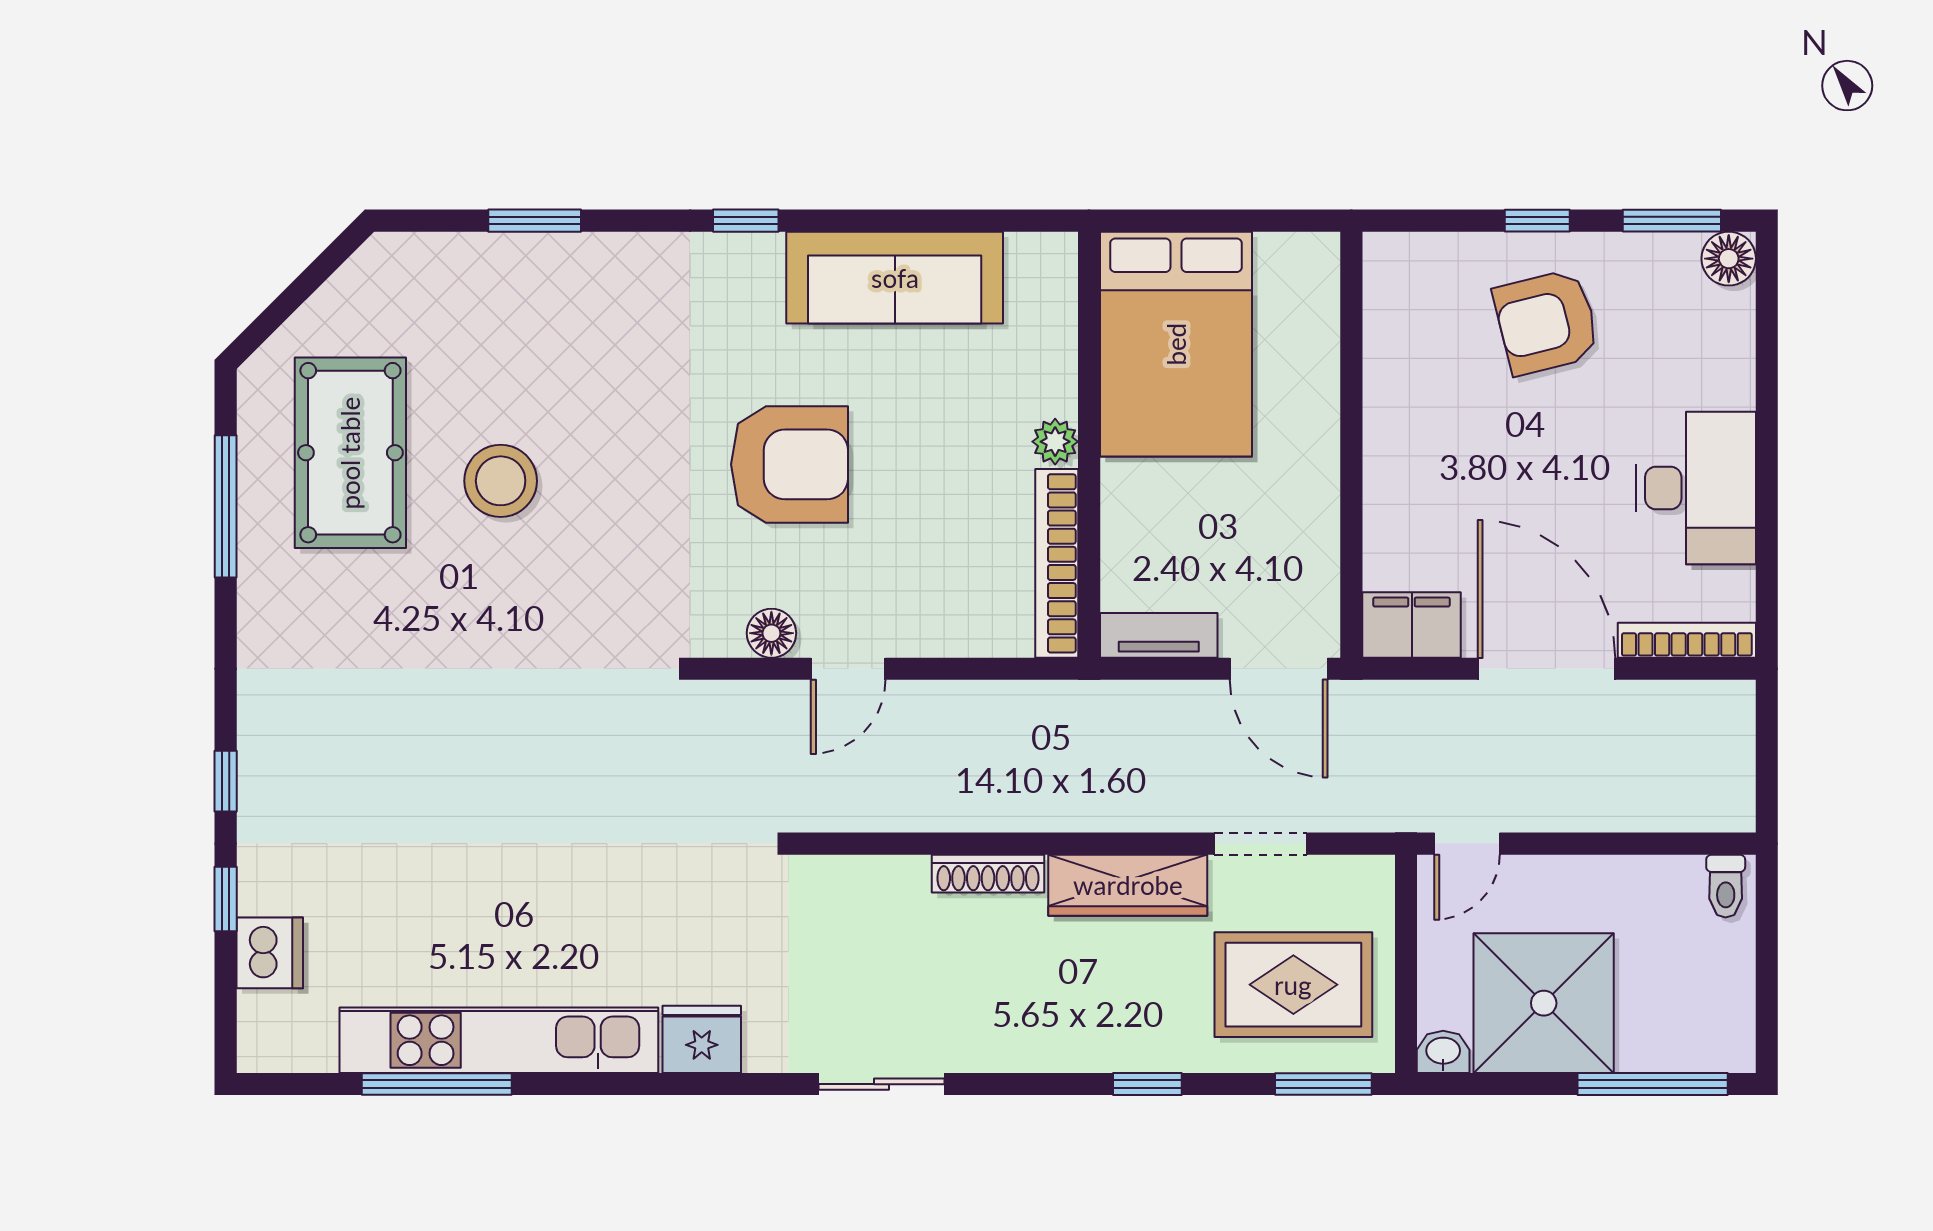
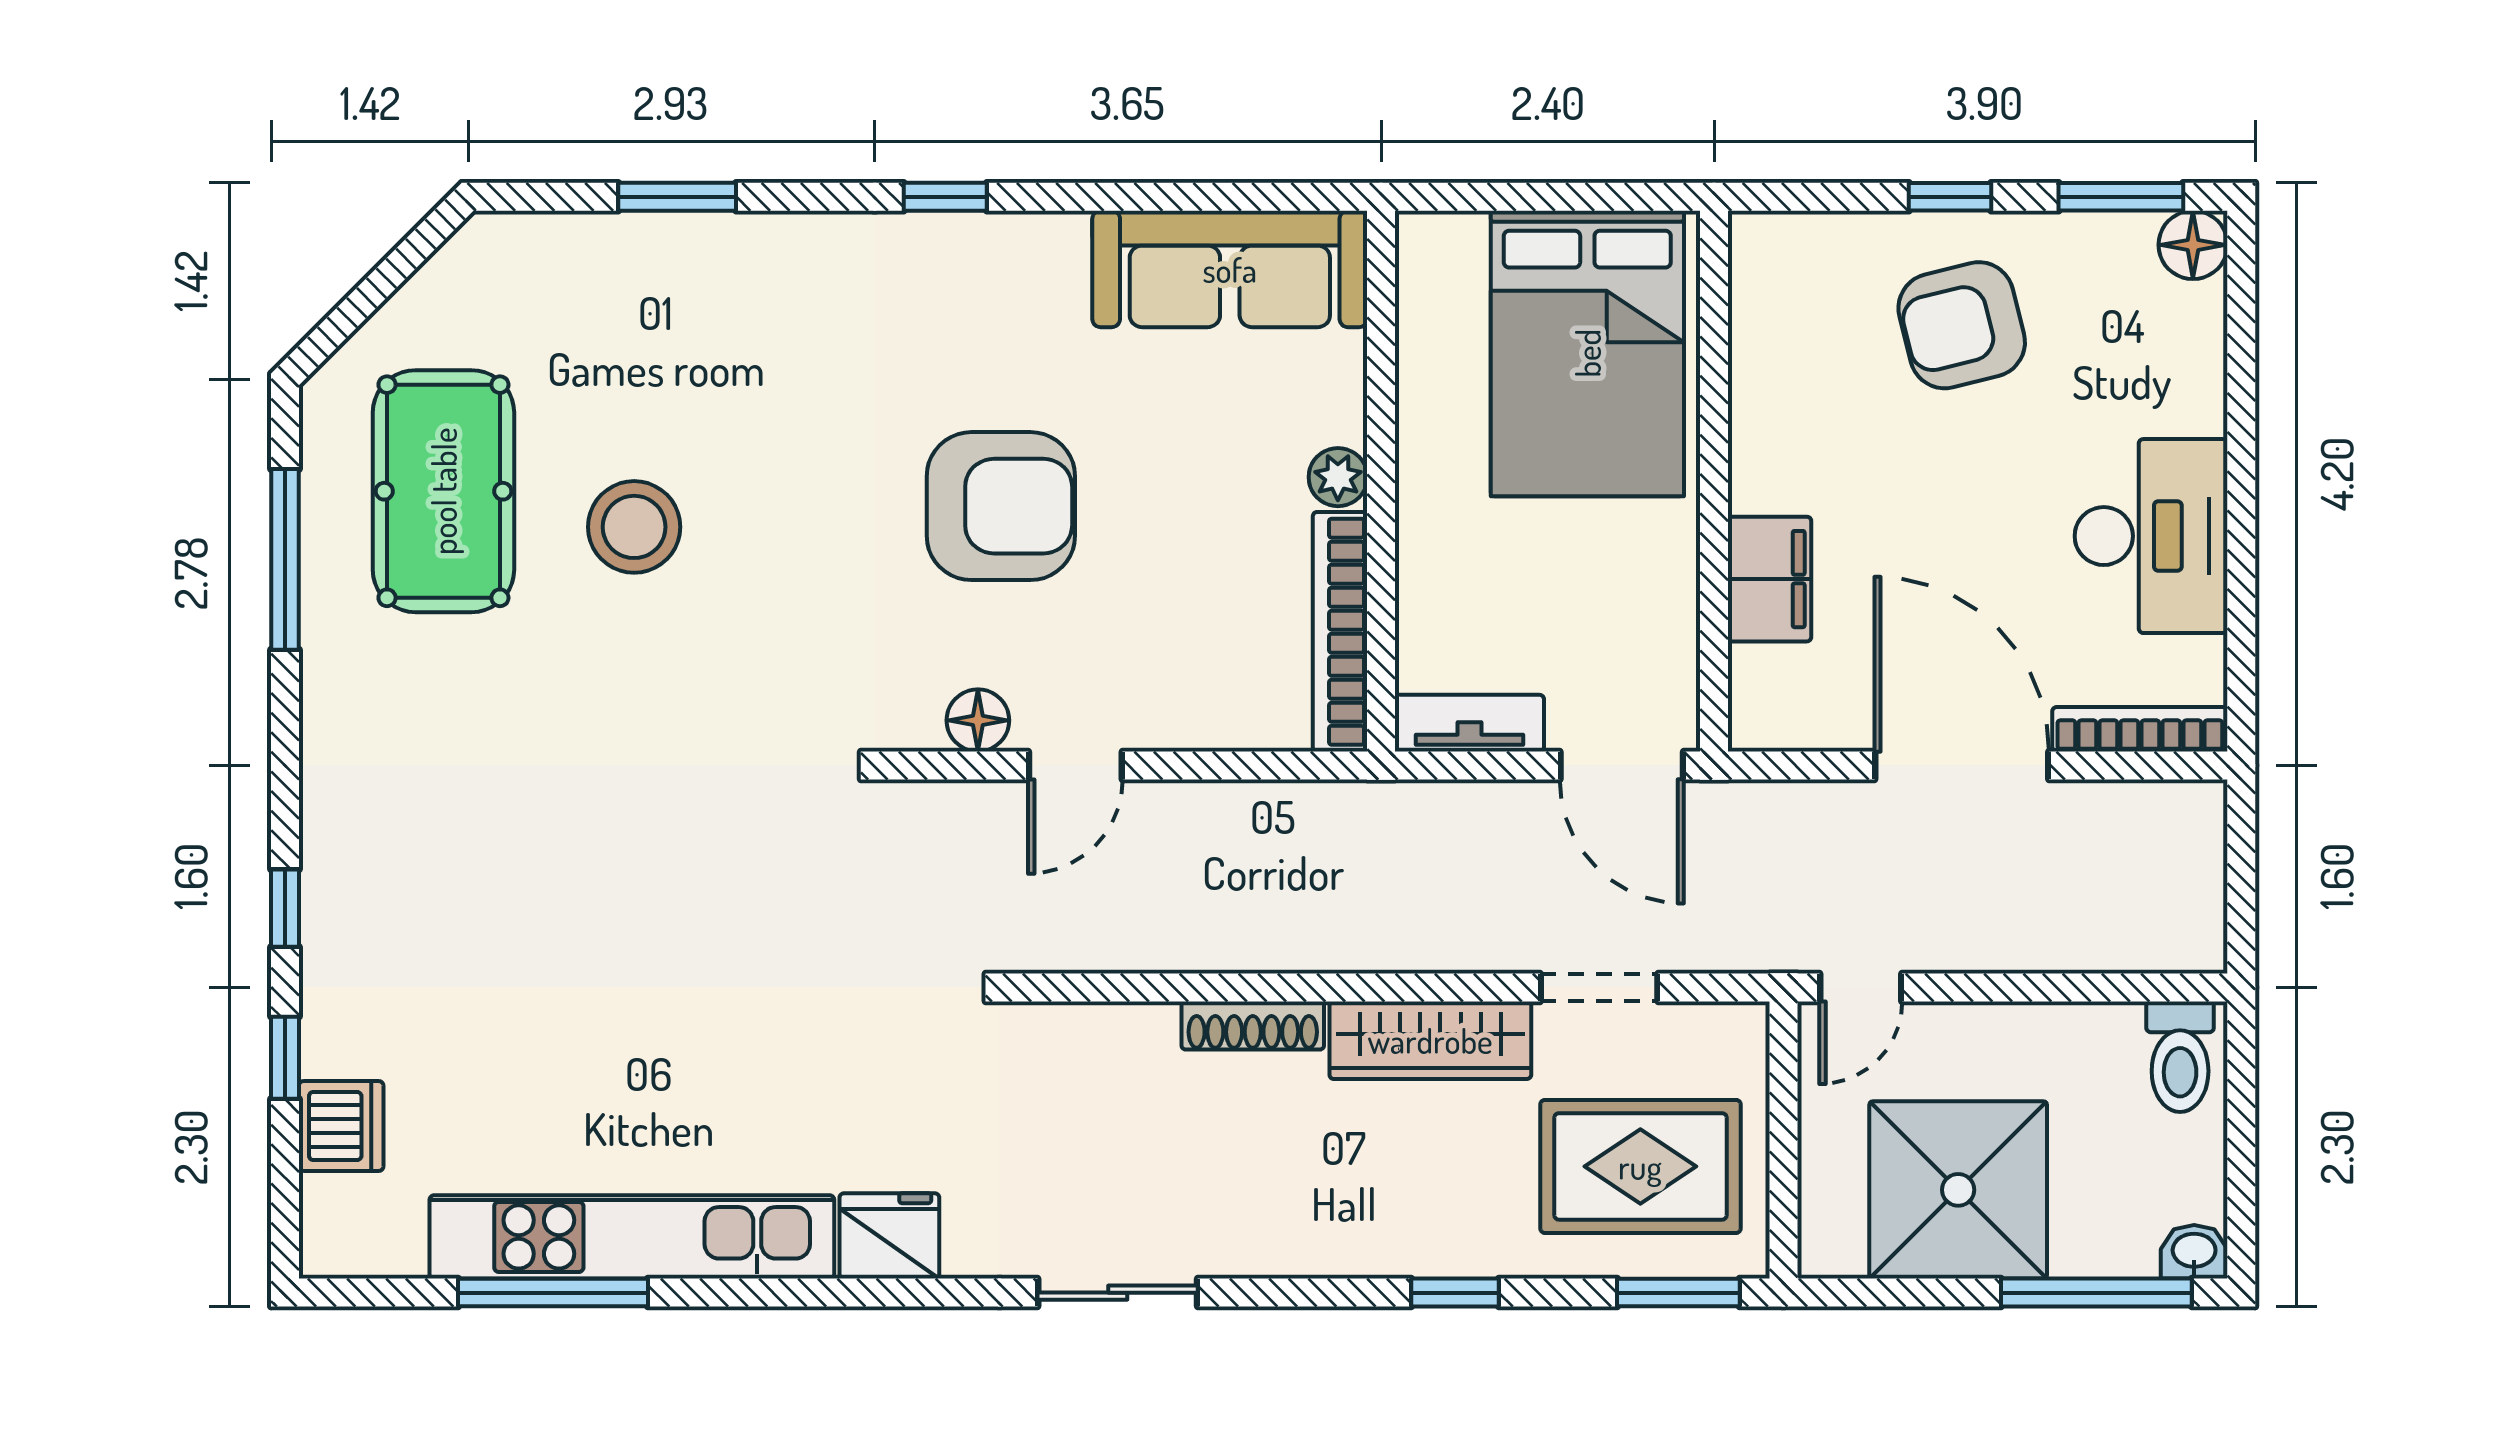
sofa: (895, 278) -> (1230, 269), moved
bed: (1176, 344) -> (1587, 353), moved
filing cabinet: (1412, 625) -> (1770, 579), moved, turned 90
toilet: (1726, 886) -> (2180, 1057), width x1.37, depth x1.39
washbasin: (1443, 1052) -> (2194, 1252), moved

